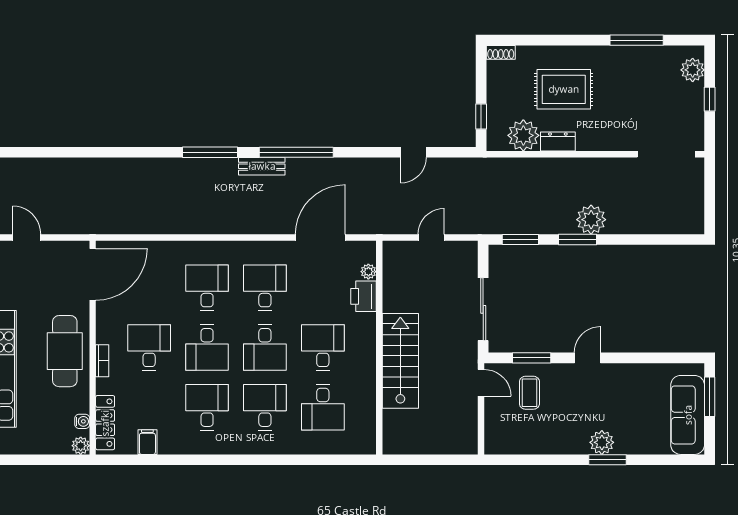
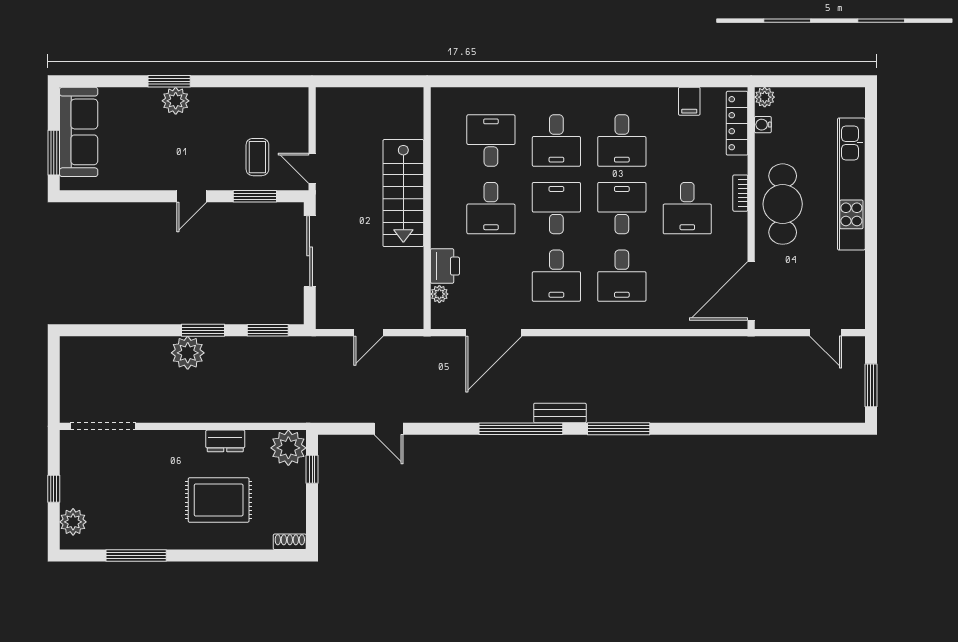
plant: (523, 135) -> (288, 448), moved
door: (413, 152) -> (389, 429), swing flipped

